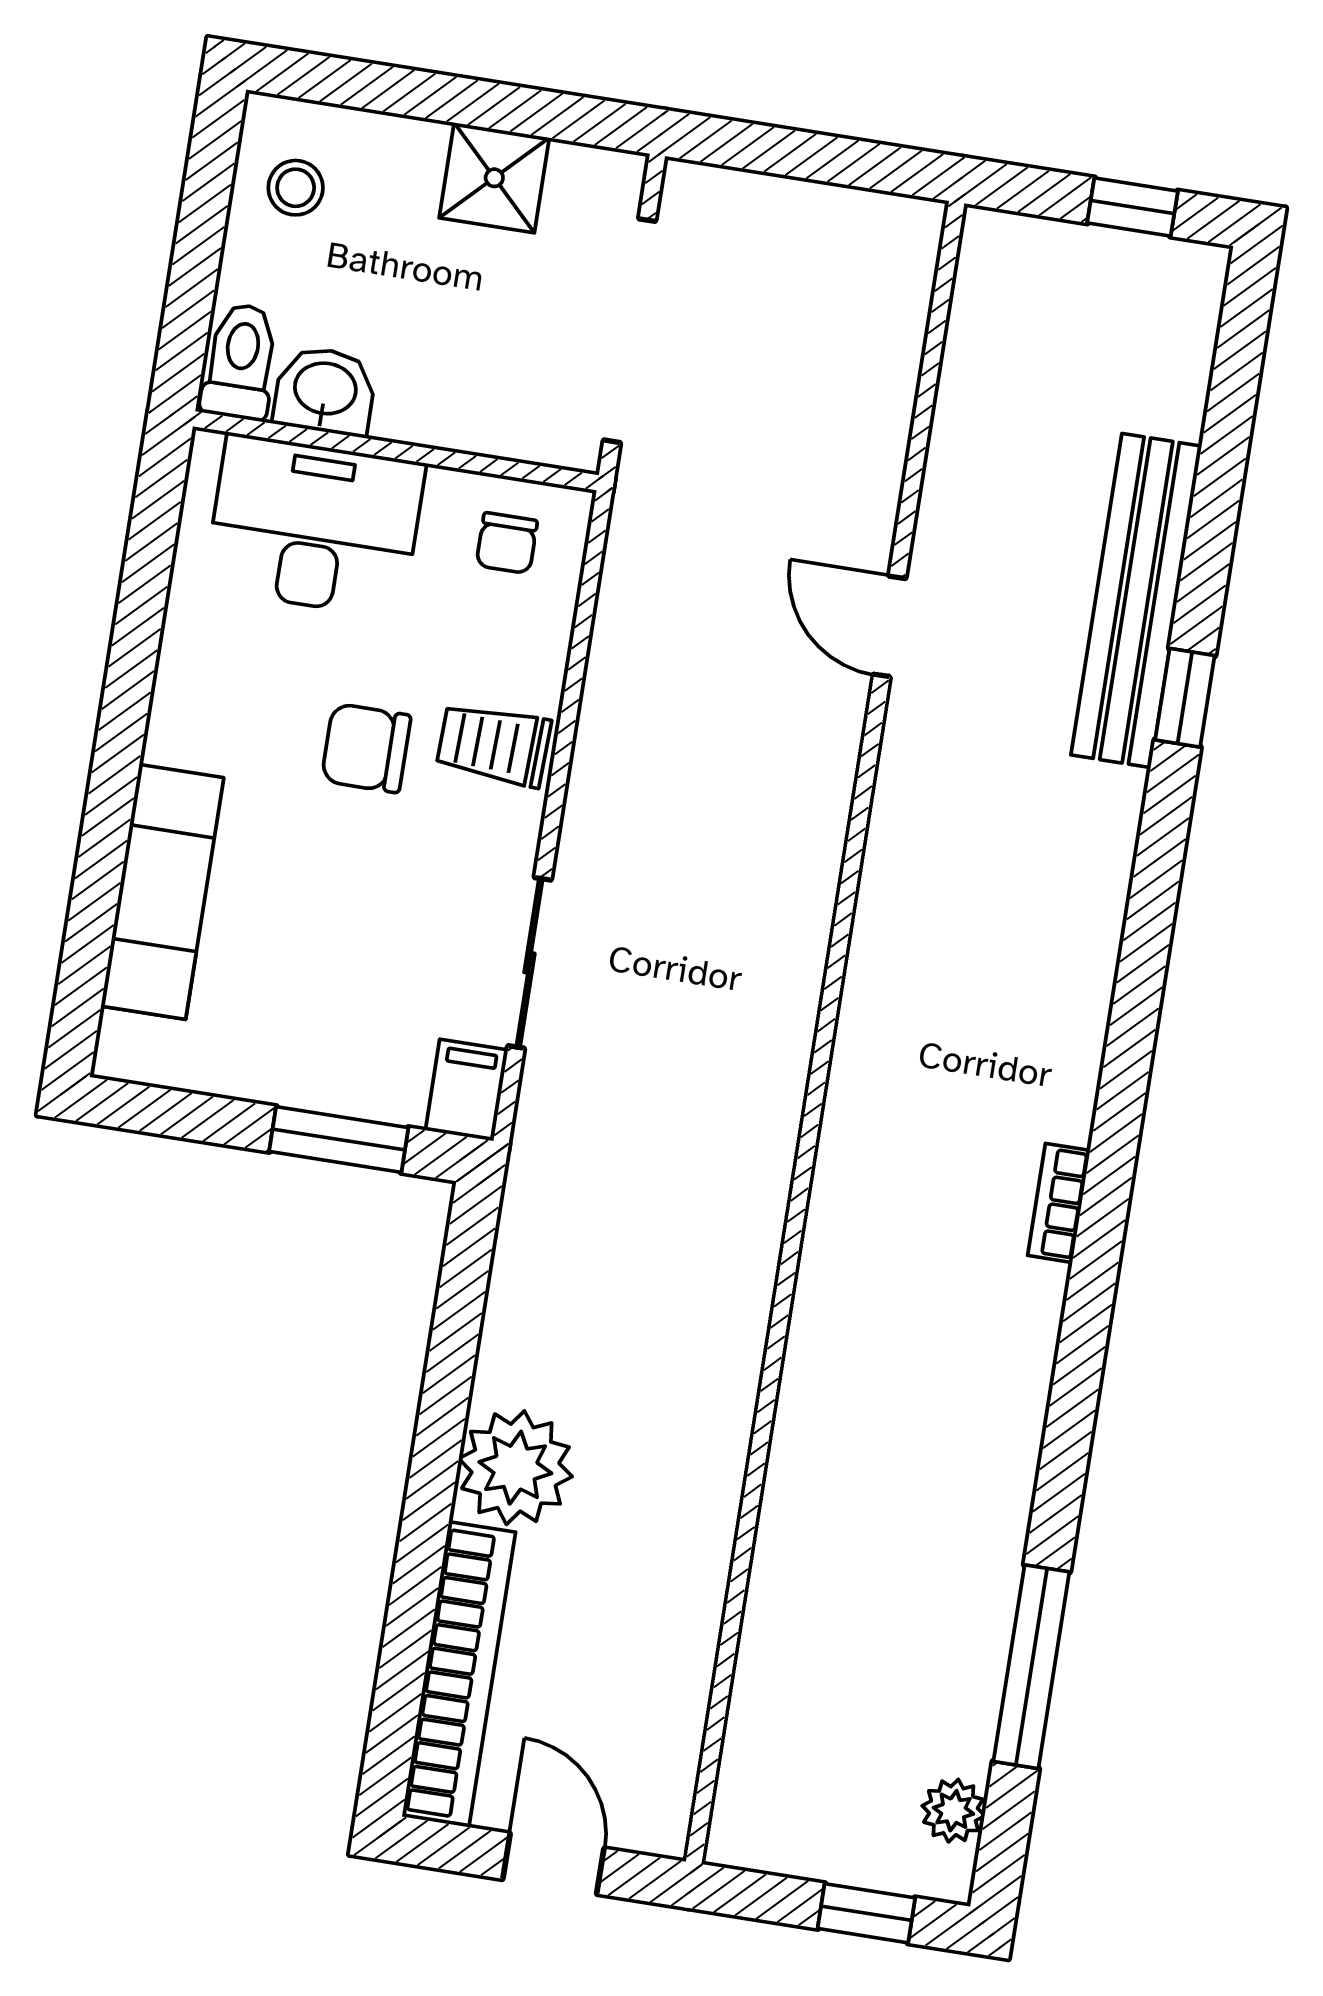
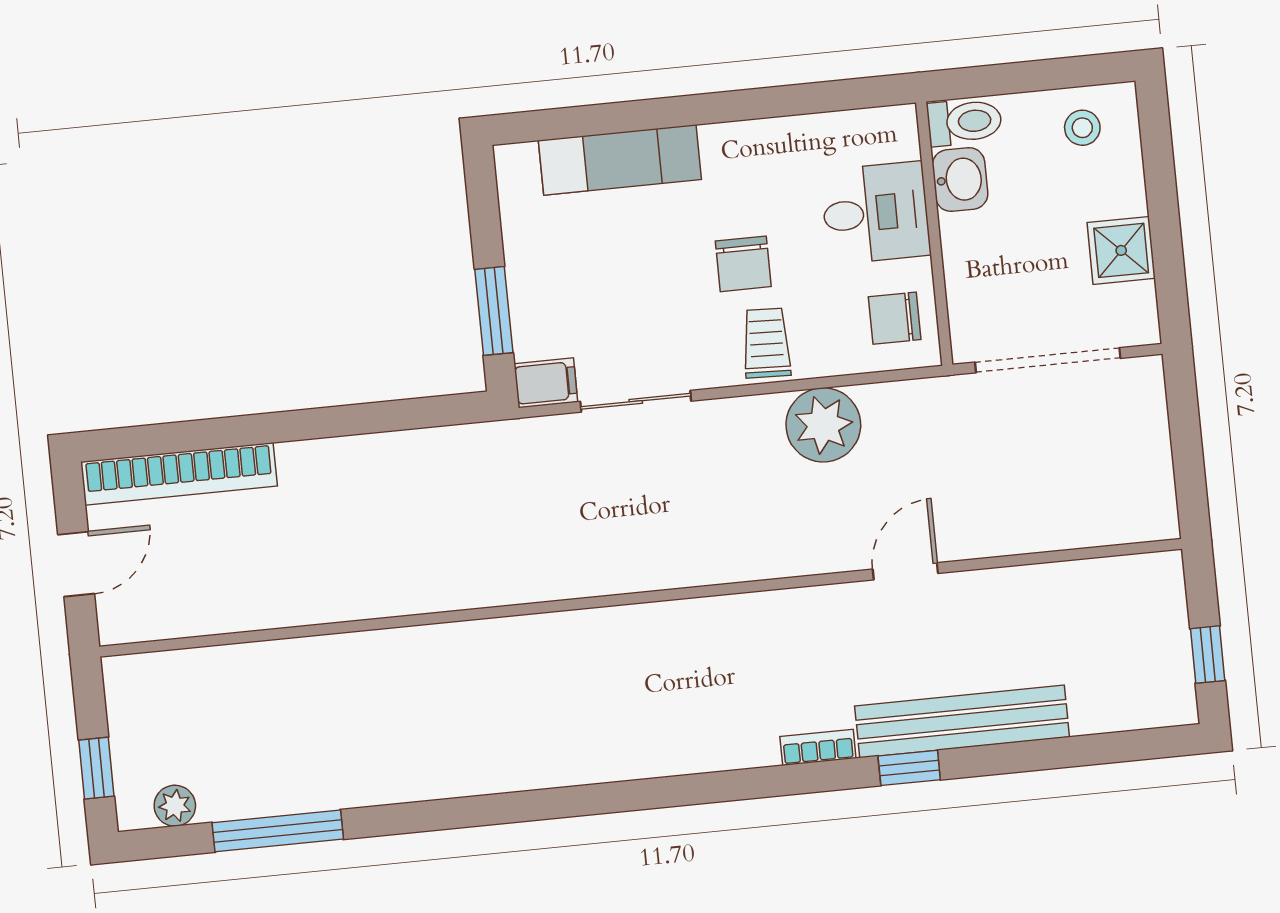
desk: (315, 526) -> (876, 213), width x0.73
chair: (507, 543) -> (895, 318), width x1.37, depth x1.37
chair: (366, 748) -> (743, 264), turned 180
bookcase: (1059, 1203) -> (818, 747), moved
plant: (515, 1468) -> (823, 425), moved

